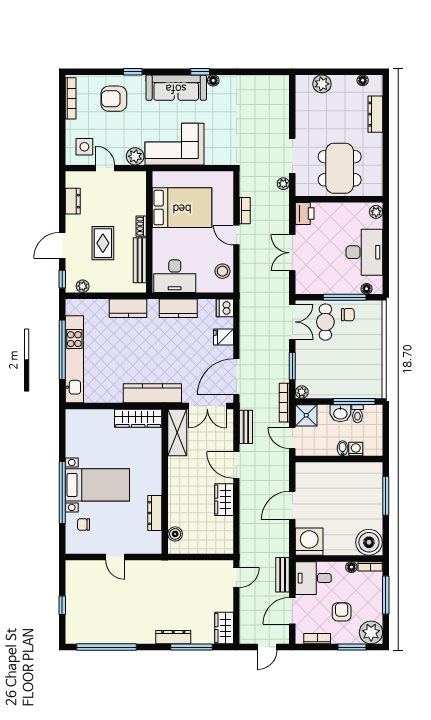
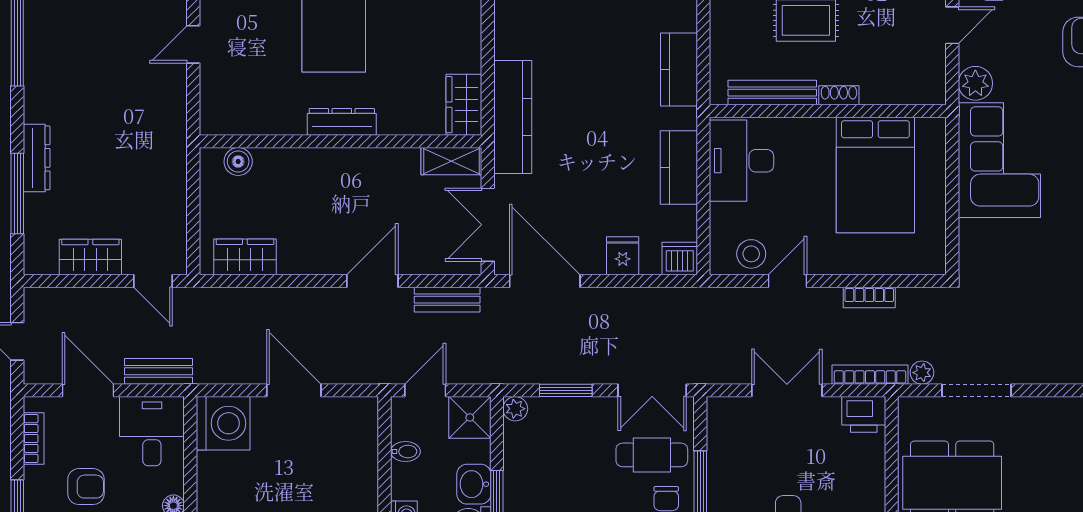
door: (236, 235) -> (787, 281), moved
bookcase: (284, 403) -> (870, 375), moved
wardrobe: (138, 418) -> (464, 105), width x0.67
shelving: (177, 432) -> (451, 161), width x0.67, depth x0.75
bidet: (343, 448) -> (405, 452), moved
wardrobe: (224, 500) -> (245, 257), moved
dresser: (155, 513) -> (342, 122), moved
wardrobe: (224, 628) -> (90, 257), moved

